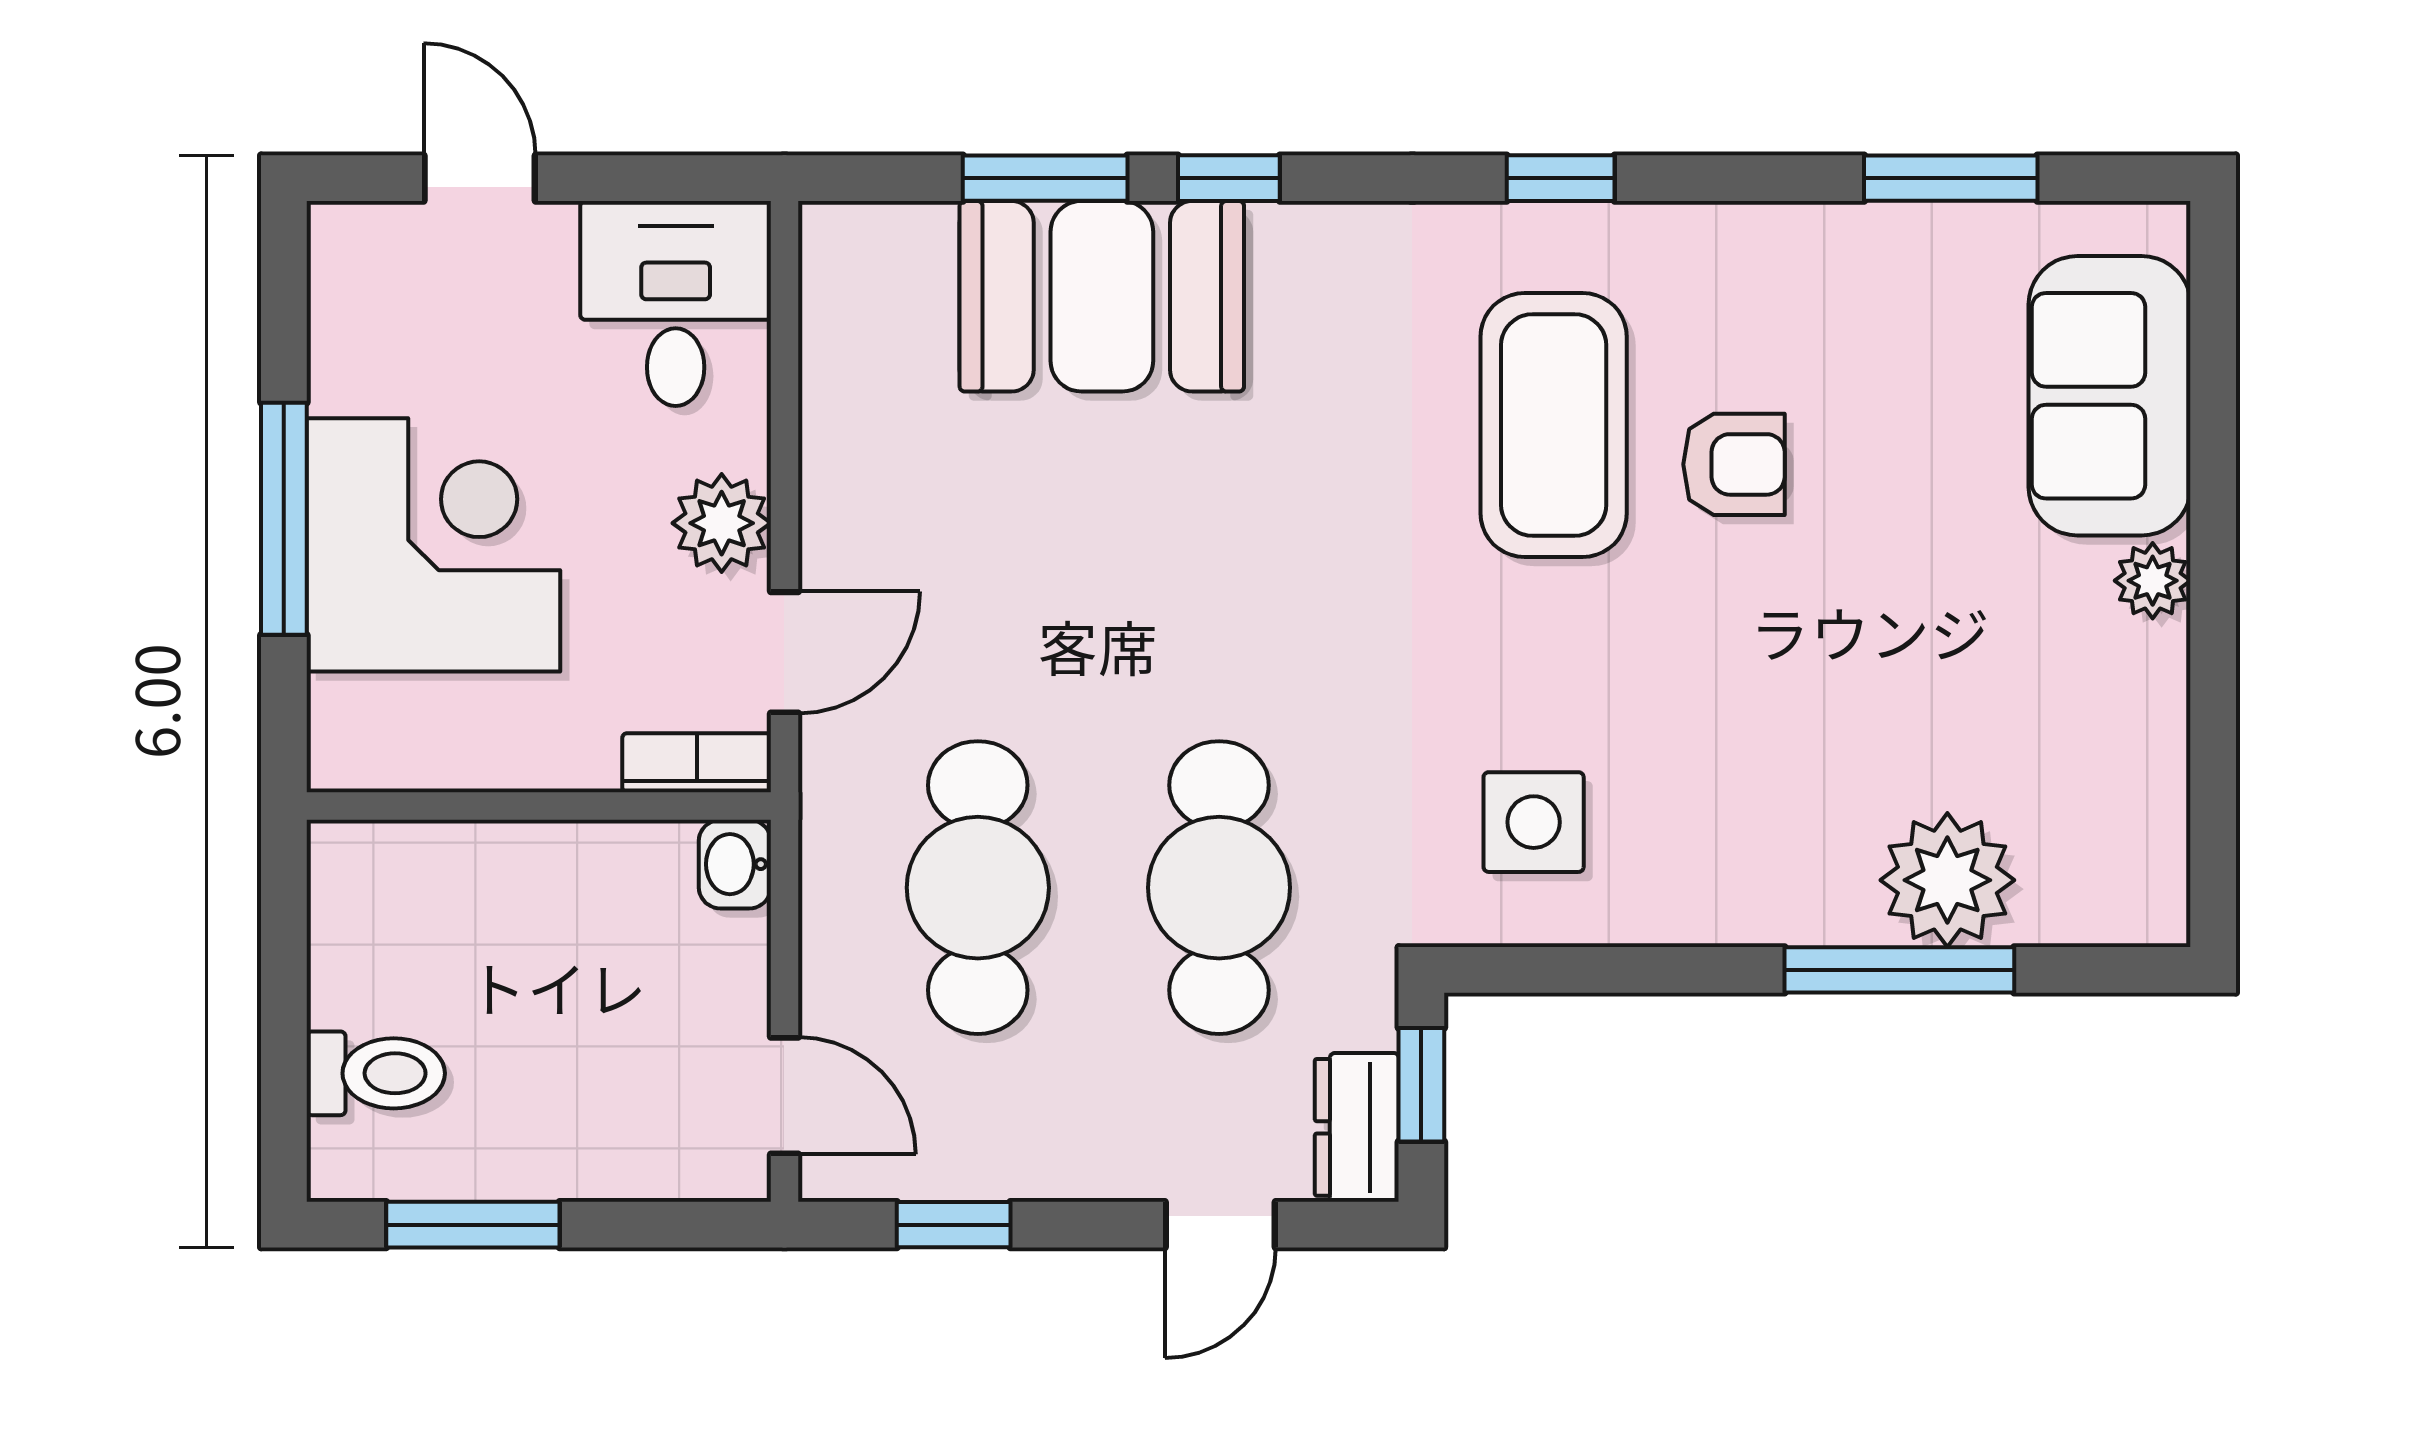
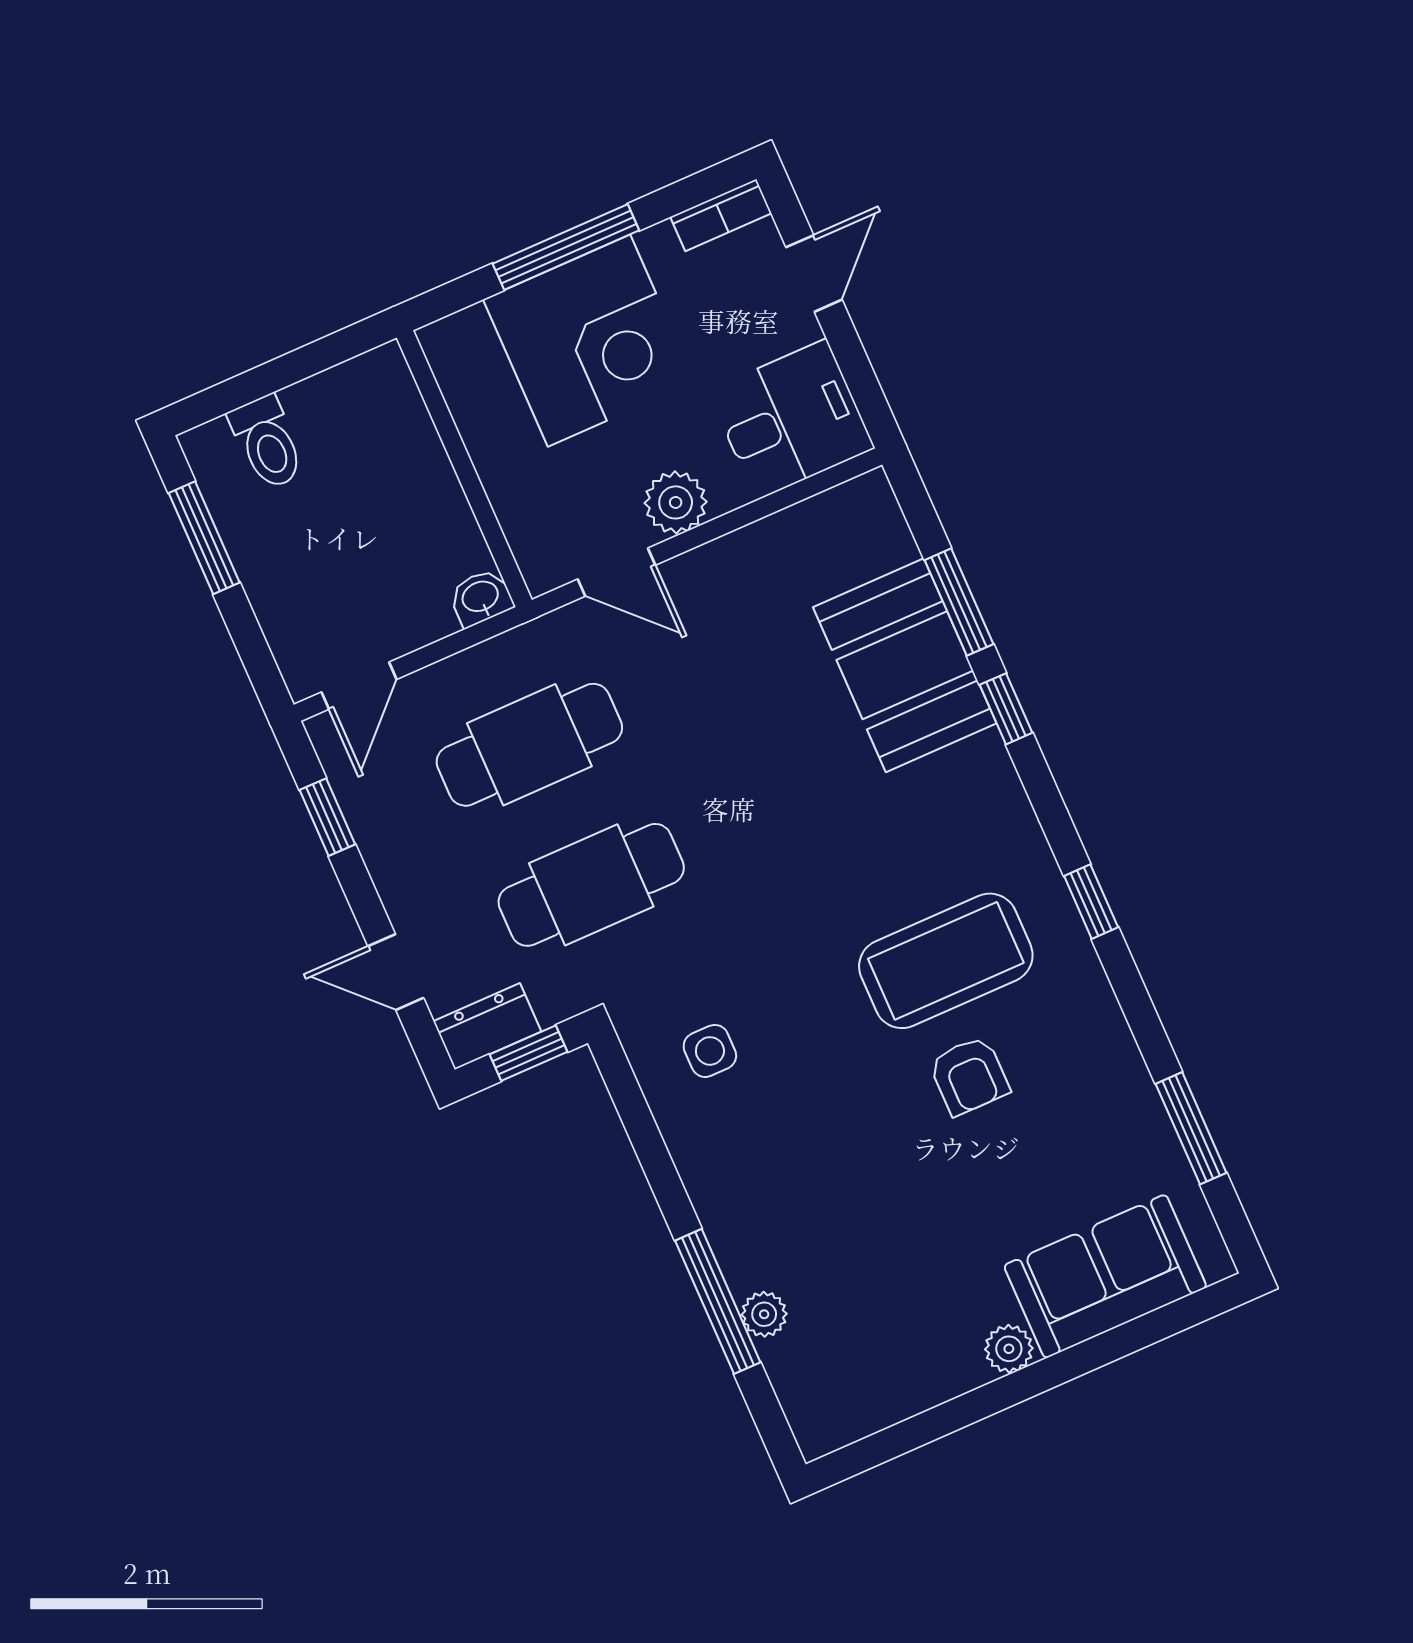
bookcase: (697, 763) -> (721, 215), moved, turned 90
side table: (1534, 822) -> (710, 1051), width x0.73, depth x0.73
plant: (1947, 880) -> (764, 1314), width x0.53, depth x0.53

